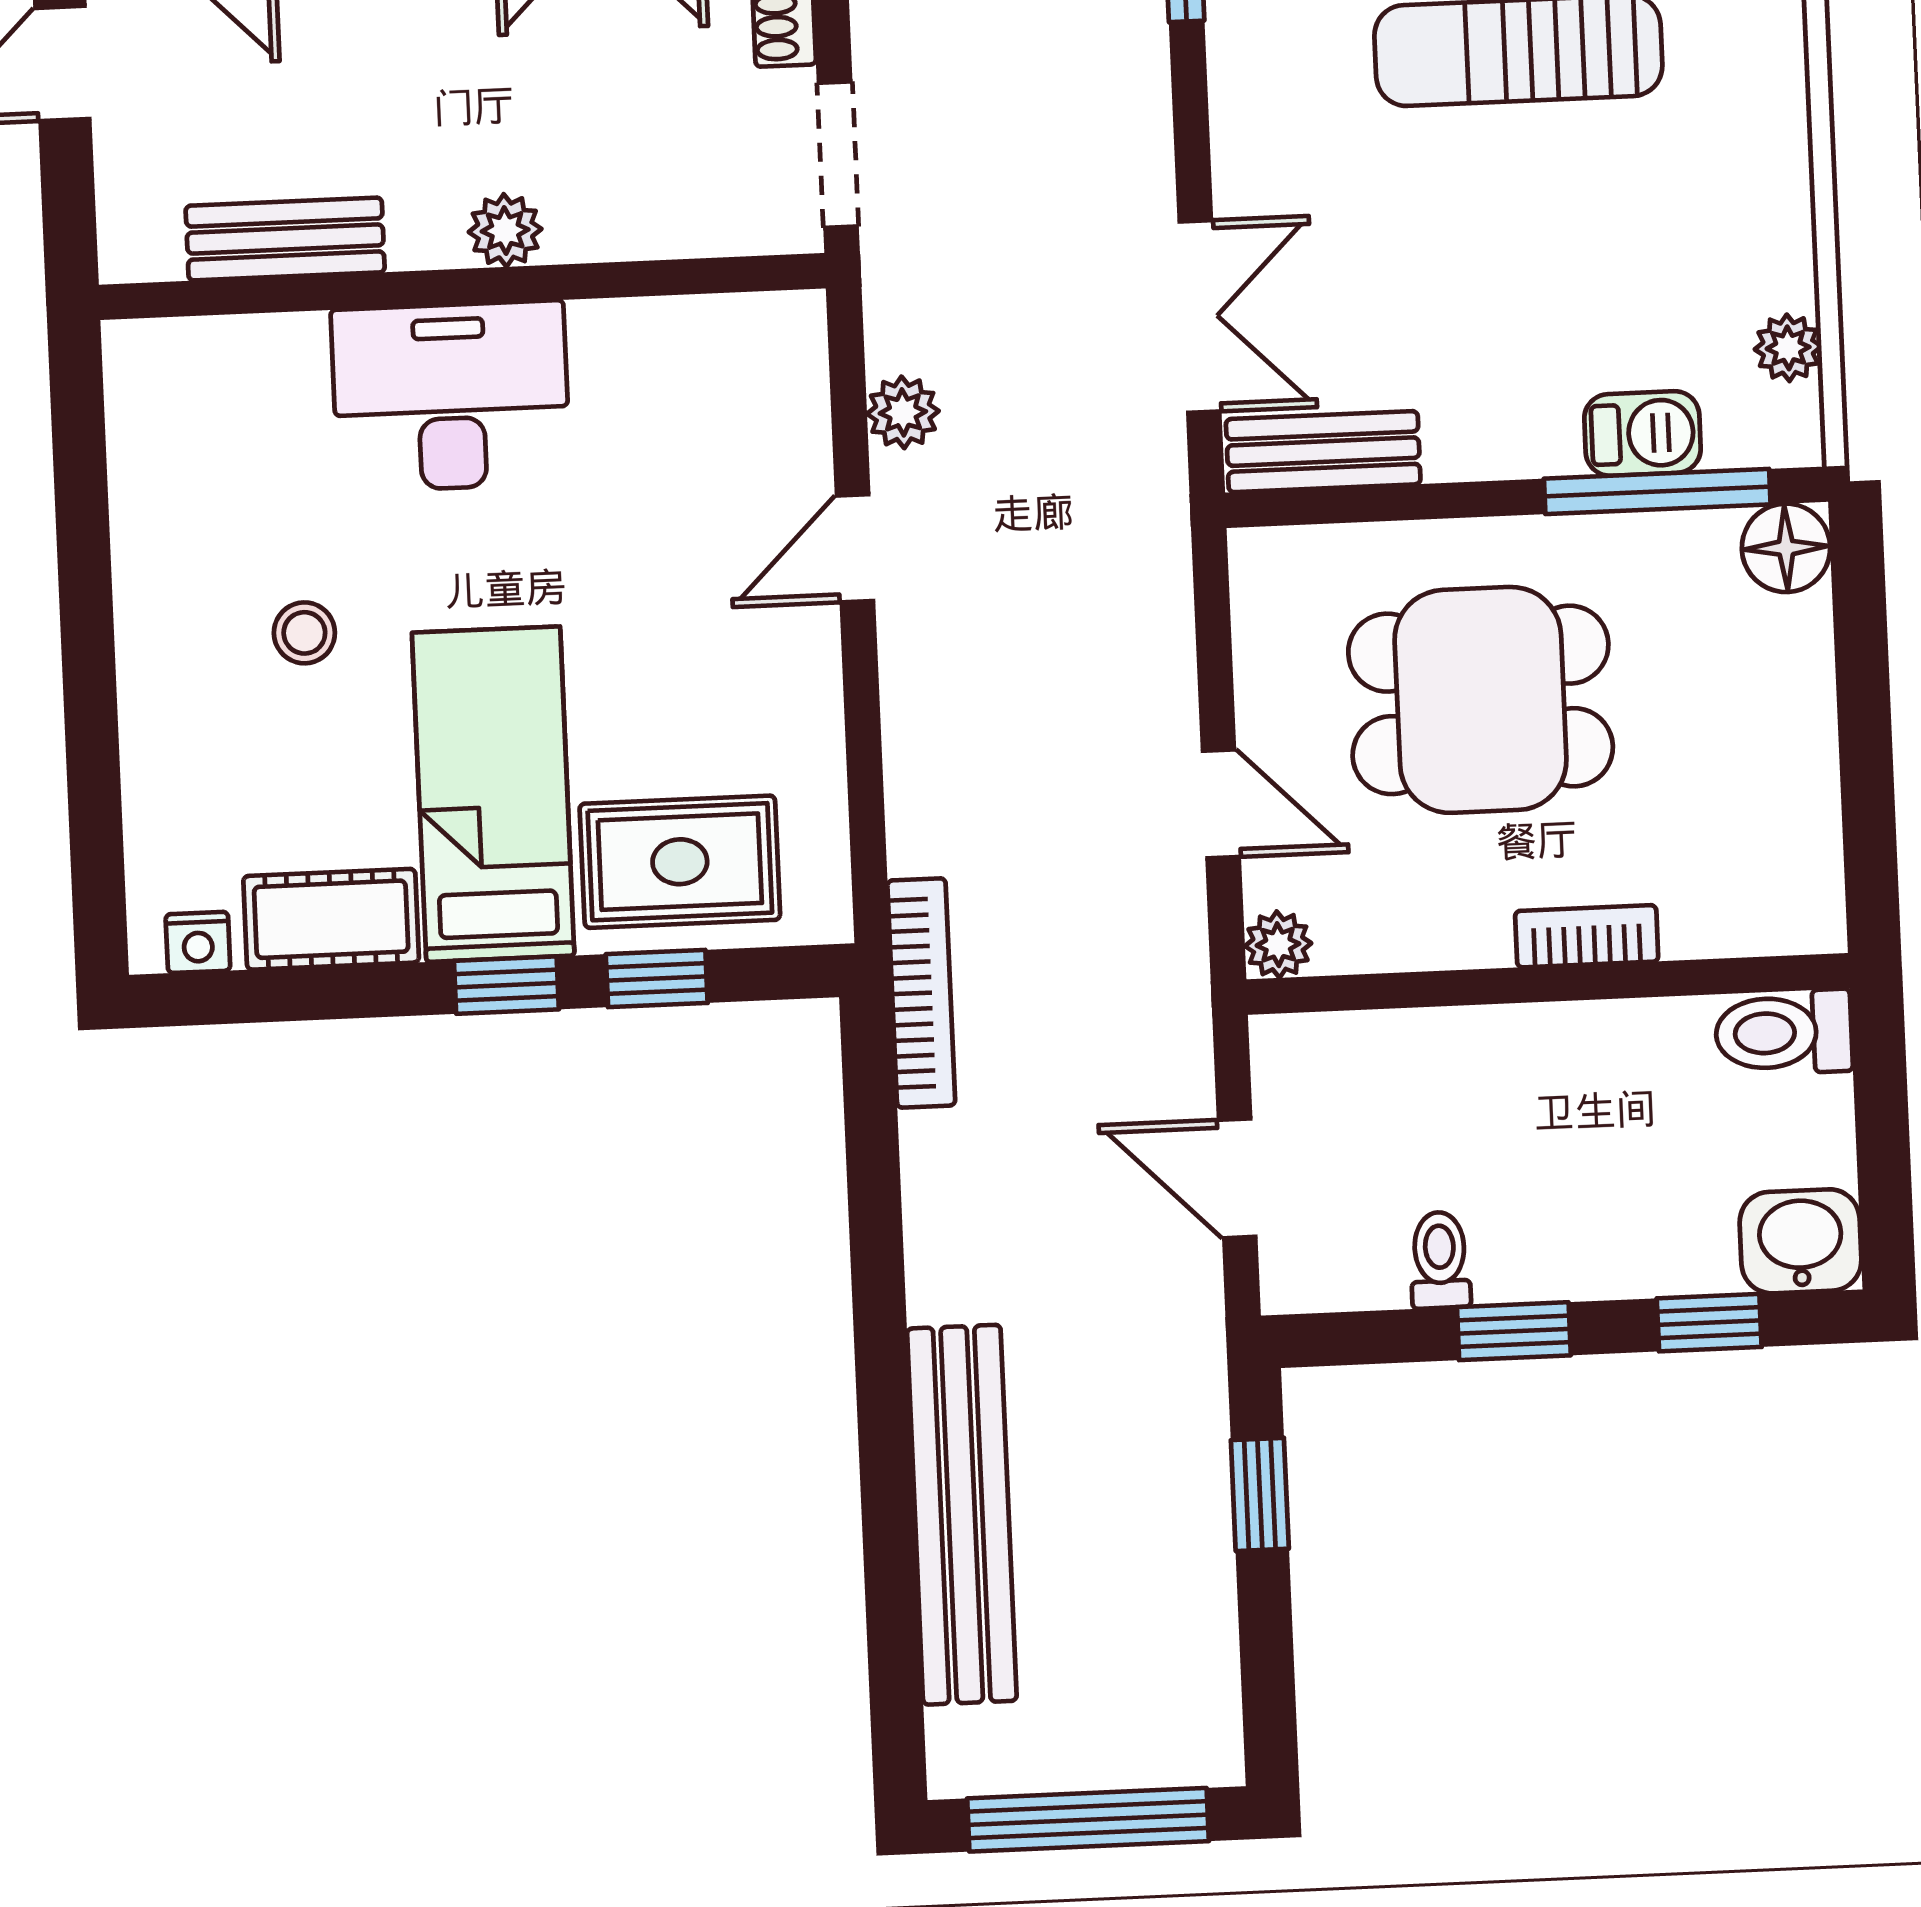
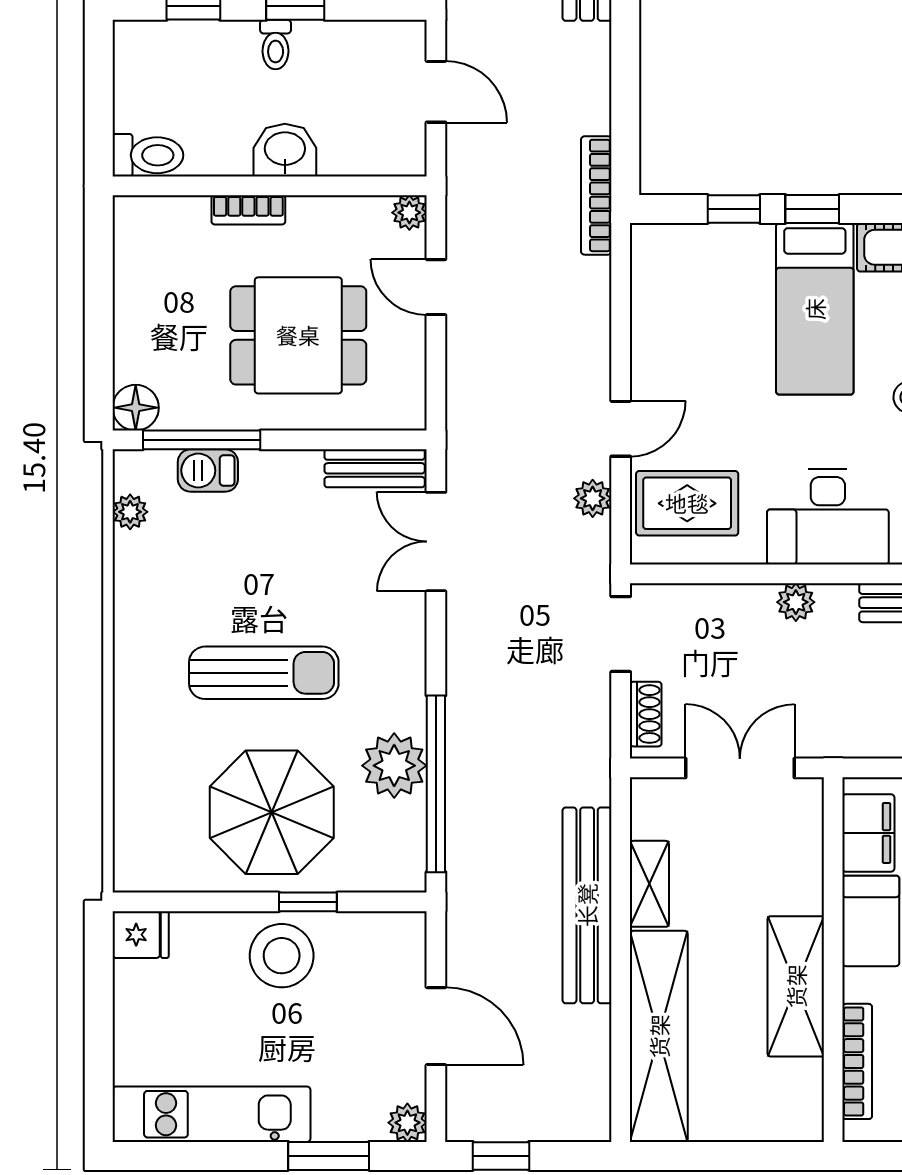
rug: (680, 862) -> (687, 503), moved
washbasin: (1801, 1241) -> (285, 150), moved, turned 180
toilet: (1440, 1260) -> (276, 45), moved

